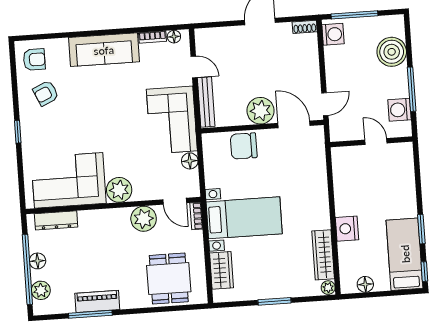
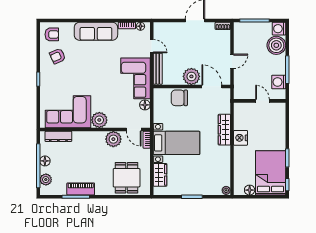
washing machine: (333, 34) -> (279, 29), moved, turned 180
door: (325, 104) -> (232, 61), moved
nightstand: (347, 229) -> (241, 138), moved
bed: (405, 254) -> (271, 173), width x1.50
wardrobe: (323, 255) -> (224, 130), moved

